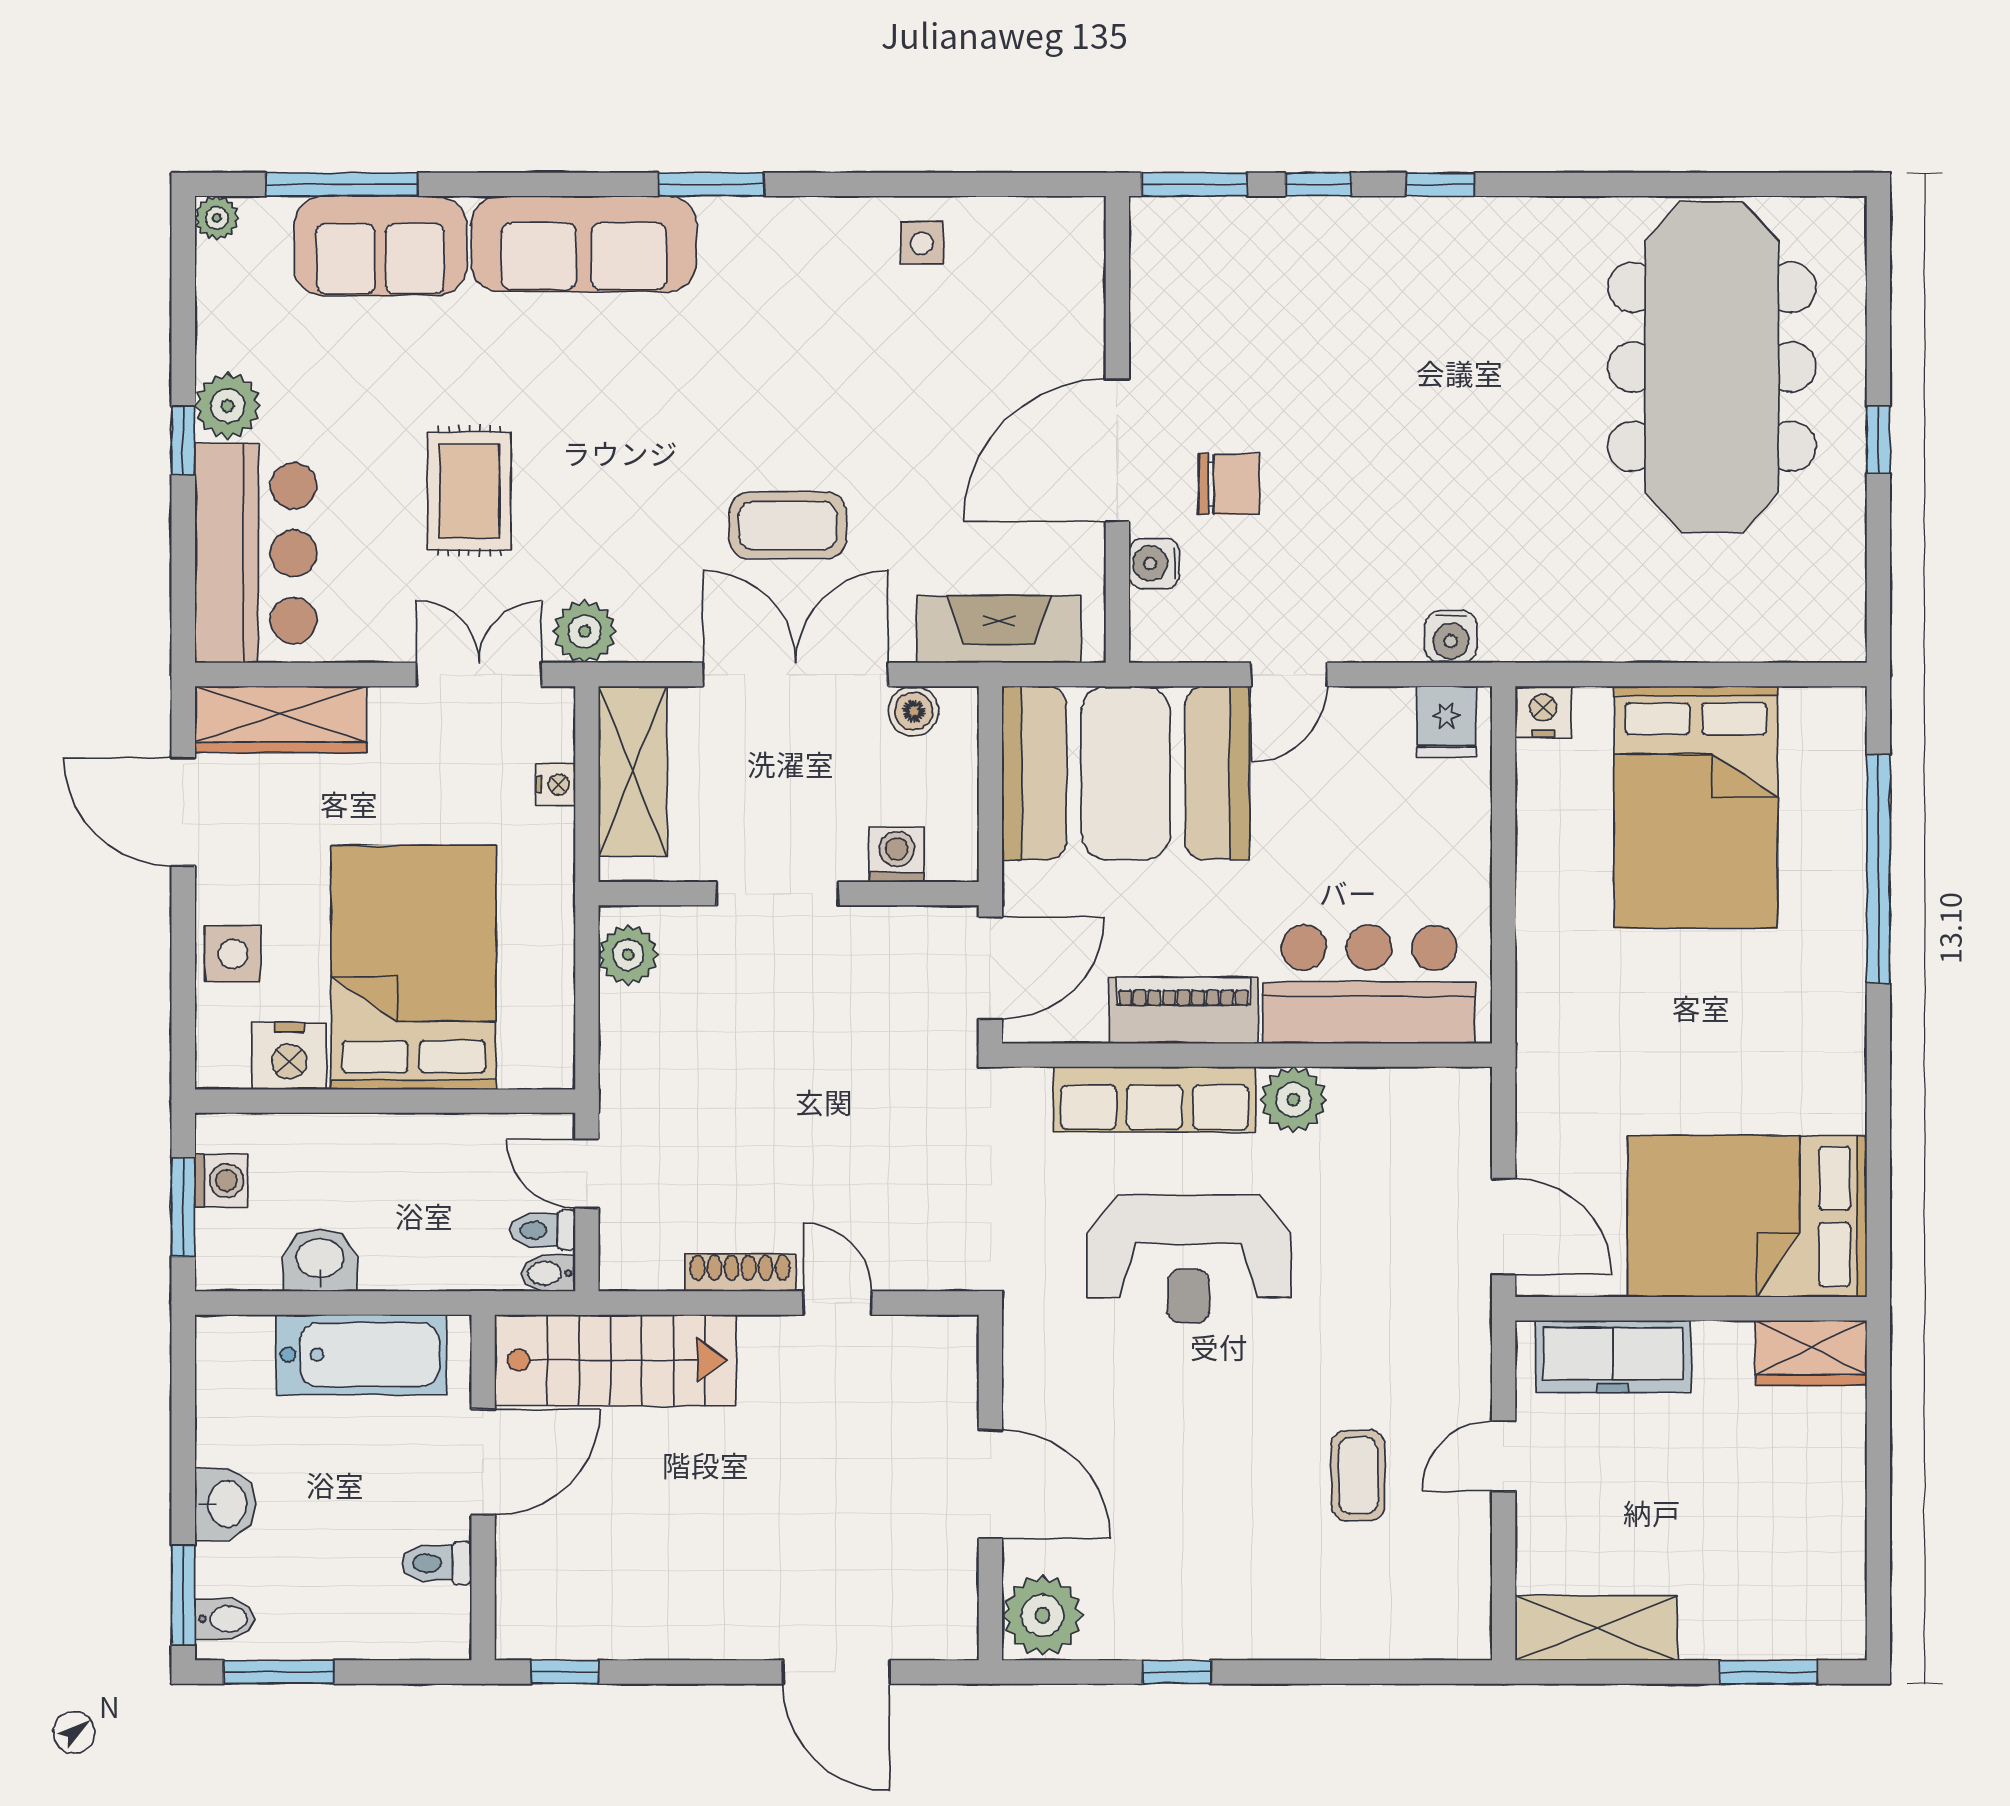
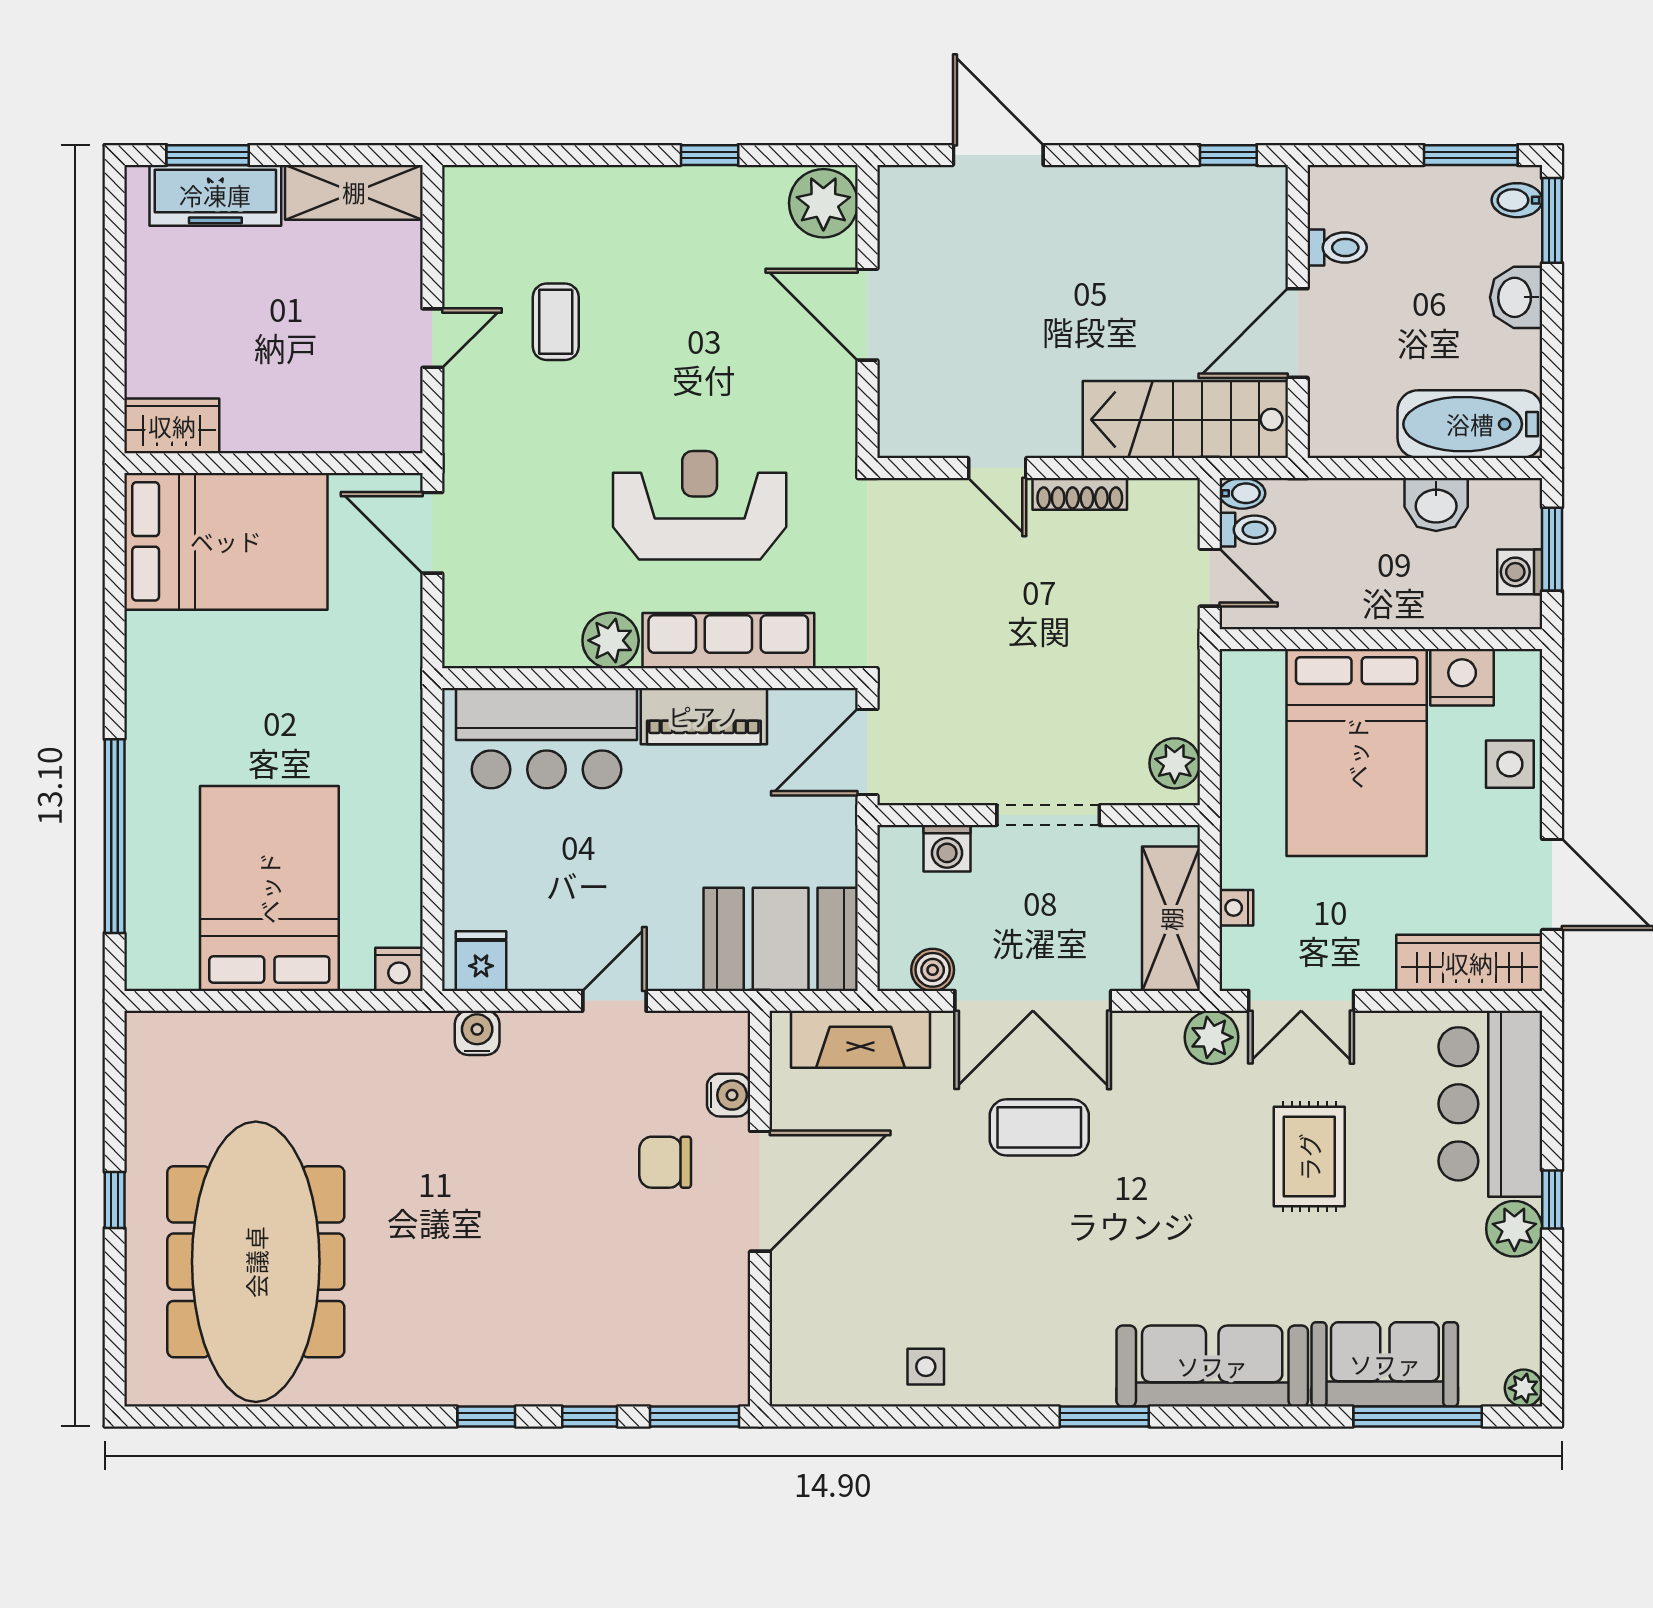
booth: (1126, 773) -> (781, 939), width x0.73, depth x0.70
bathtub: (361, 1355) -> (1470, 424), moved
freezer: (1613, 1356) -> (215, 195), moved, turned 180

